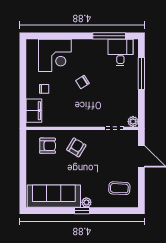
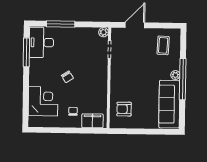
desk: (120, 52) -> (41, 42), width x1.37
armchair: (48, 146) -> (124, 109), turned -90
armchair: (76, 147) -> (126, 83), removed
window: (82, 211) -> (183, 79), width x3.17

